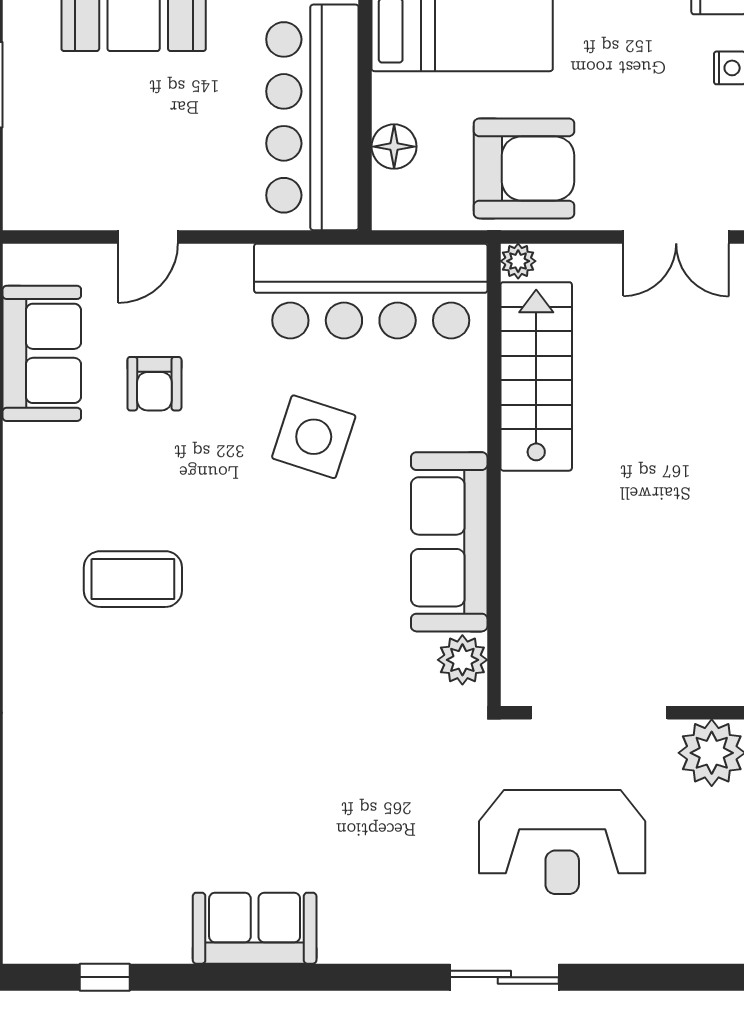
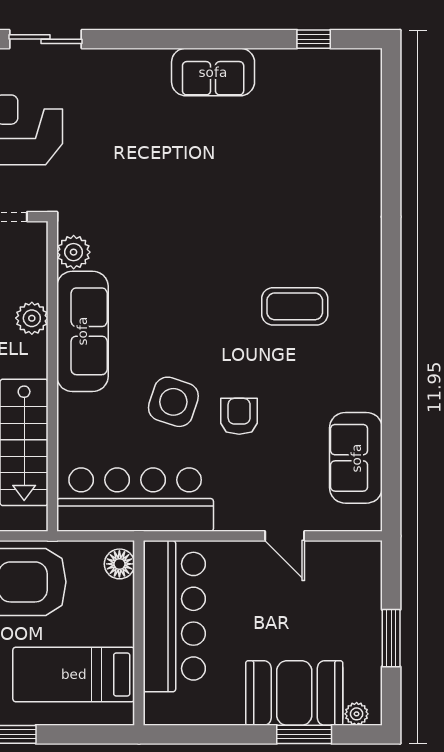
floor lamp: (394, 147) -> (119, 564), moved
door: (148, 237) -> (285, 536), swing flipped
plant: (518, 261) -> (32, 318), moved, width x1.38, depth x1.38
armchair: (154, 384) -> (239, 416), moved

